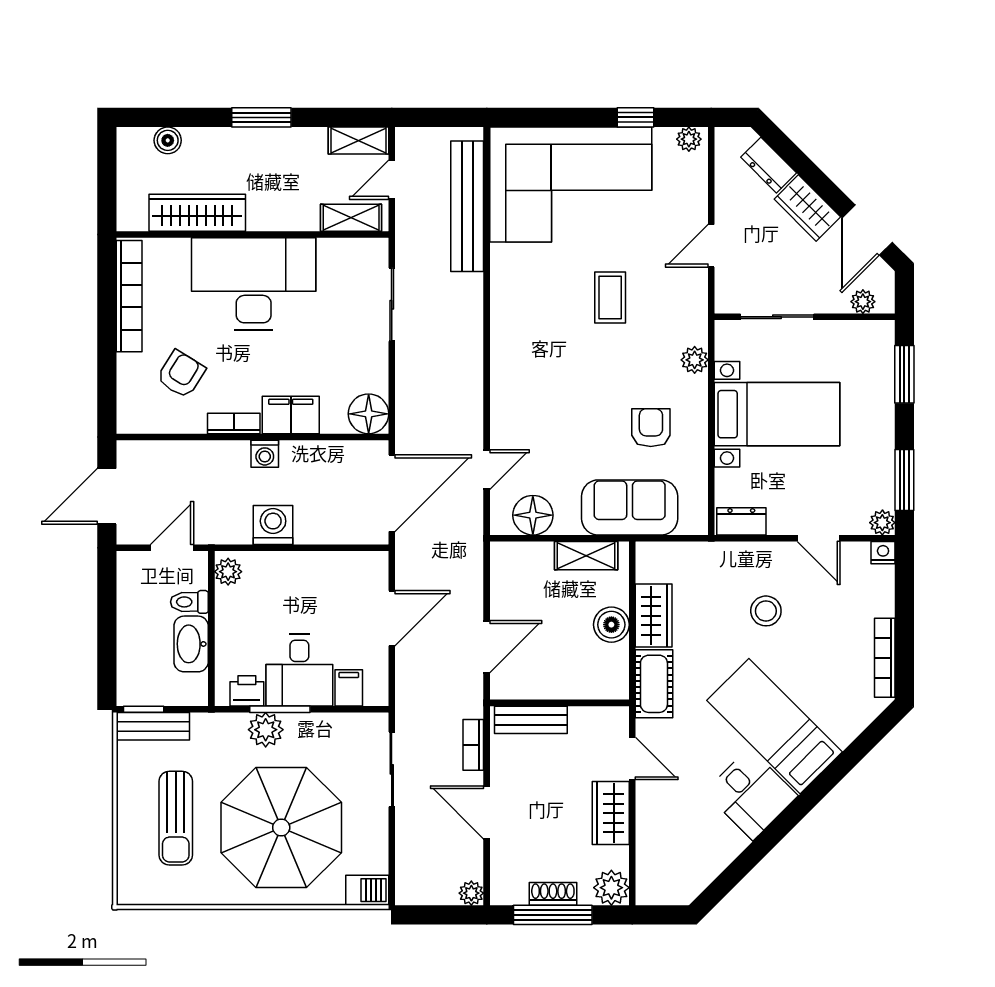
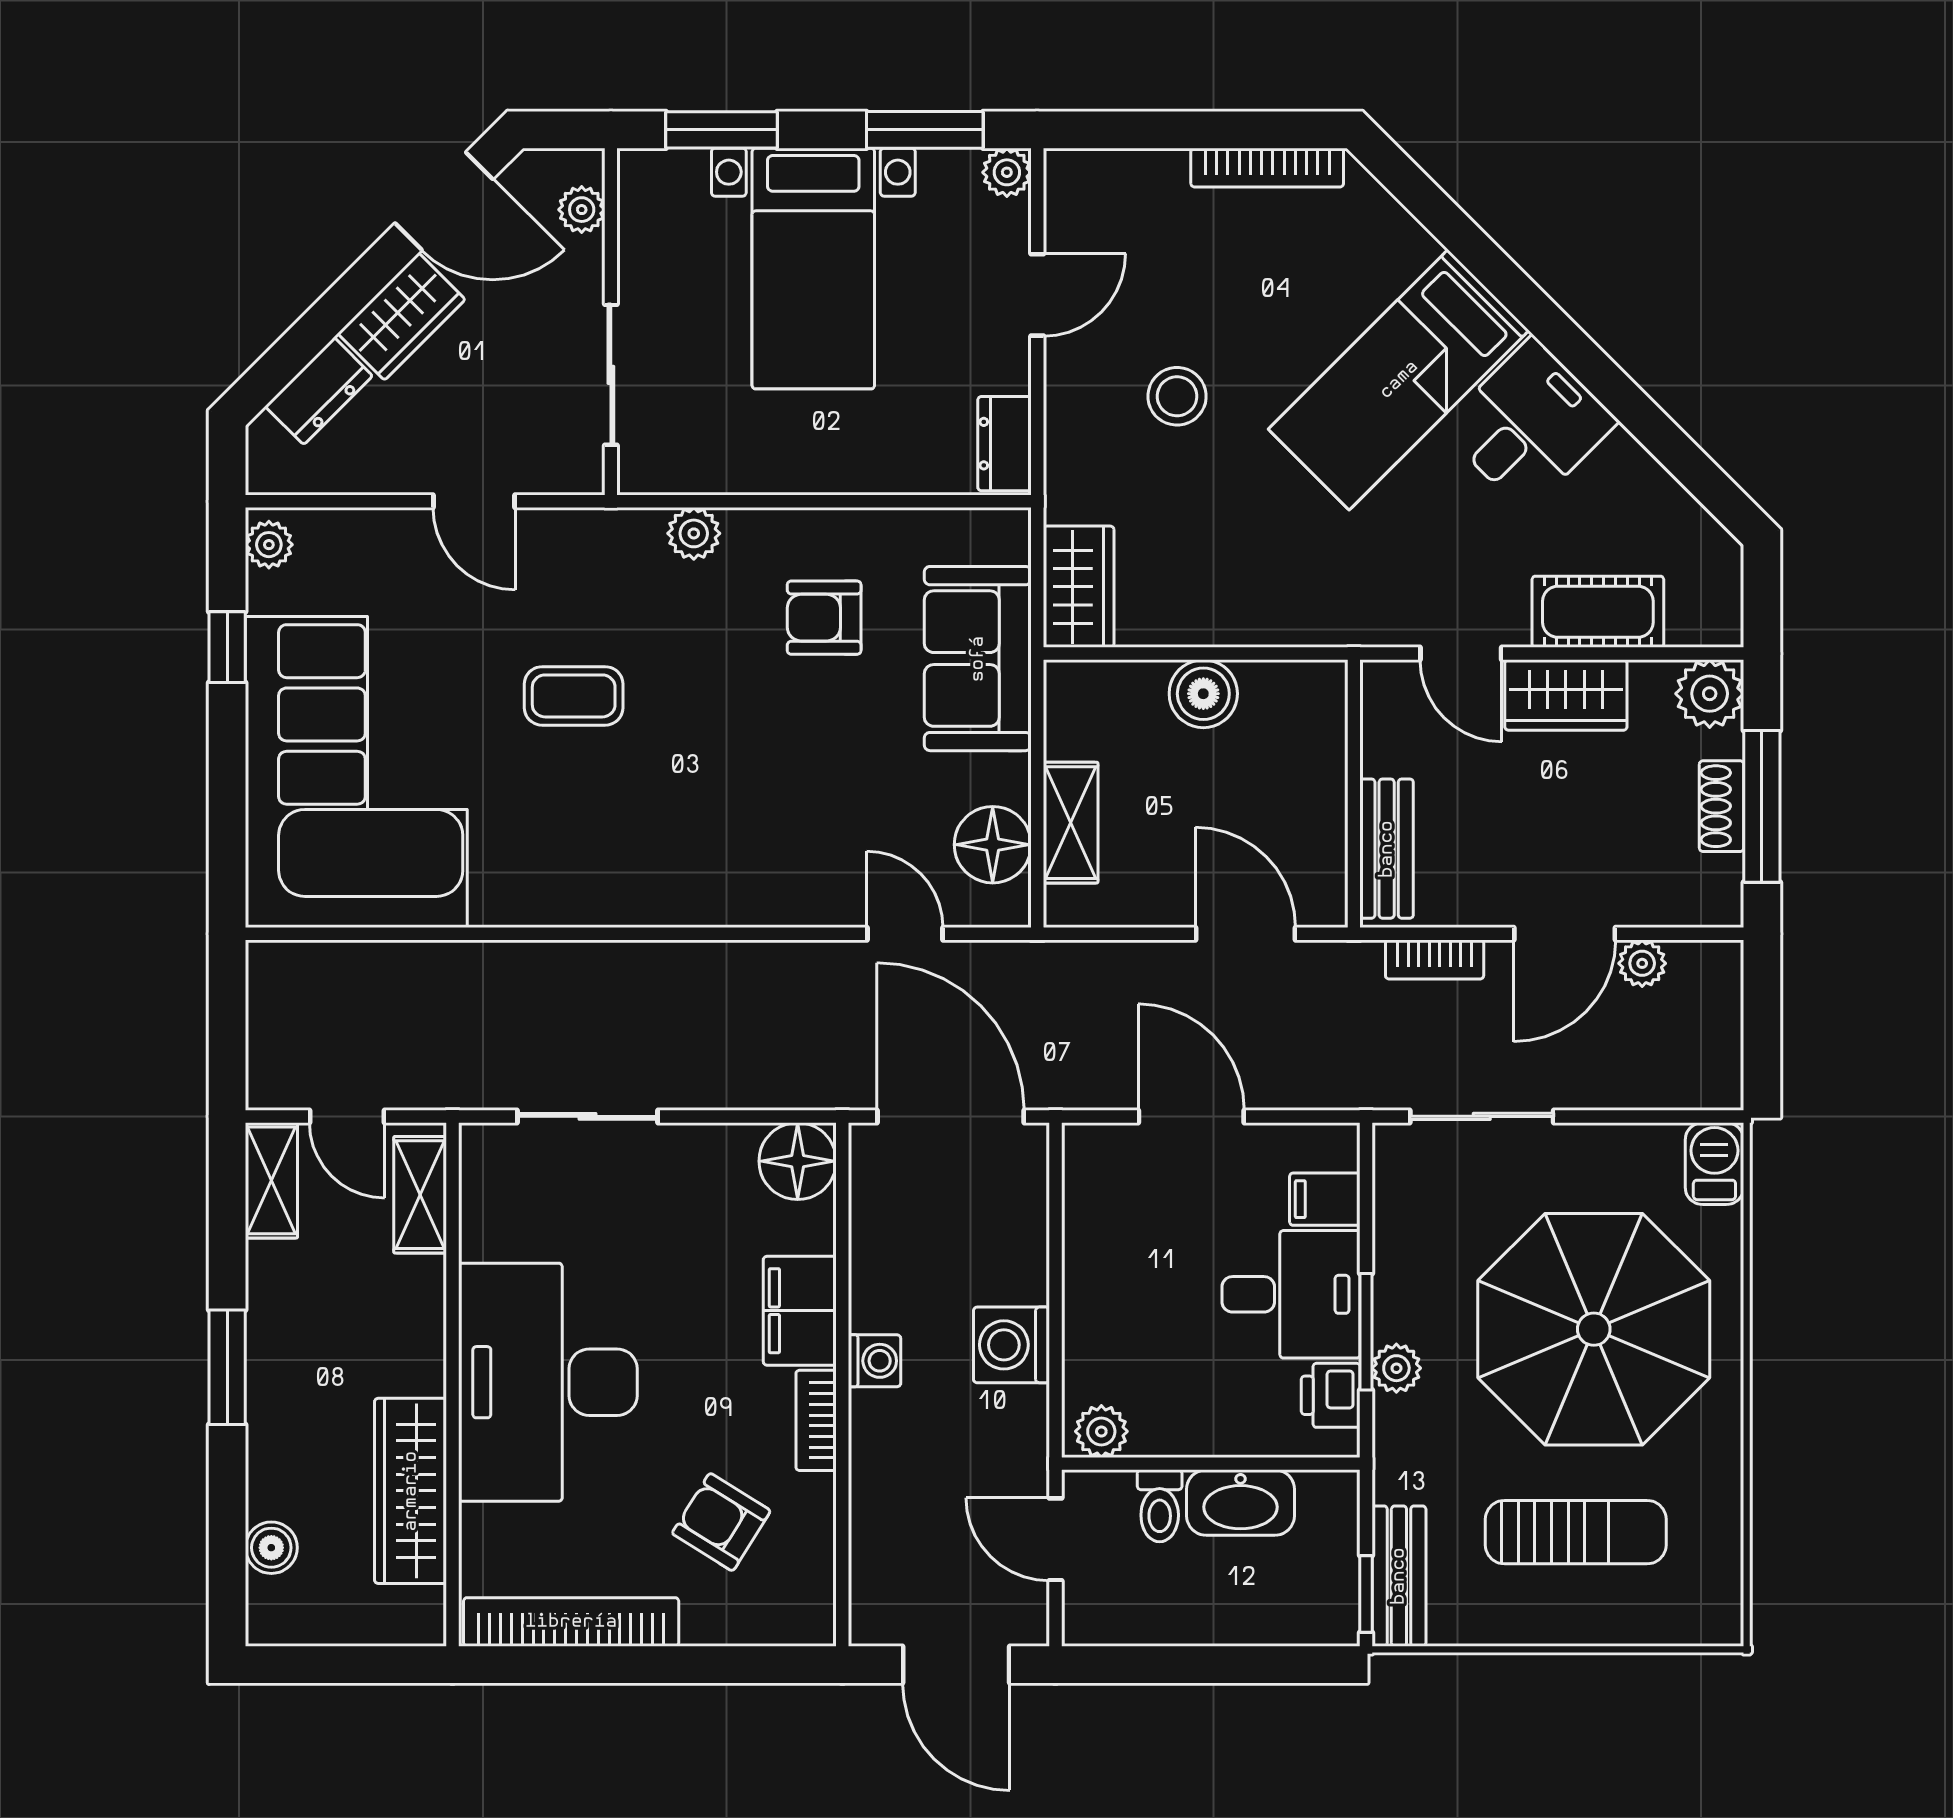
bench: (467, 206) -> (398, 971), removed
bed with nightstands: (777, 414) -> (813, 269), moved, turned 180
nightstand: (883, 553) -> (1065, 171), removed
shelving: (586, 556) -> (1071, 823), moved
wardrobe: (654, 616) -> (1079, 587), moved, turned 90
cot: (654, 684) -> (1598, 612), moved
plant: (266, 730) -> (1396, 1368), width x0.73, depth x0.73
door: (632, 758) -> (1461, 654), swing flipped
plant: (471, 893) -> (1642, 963), moved

